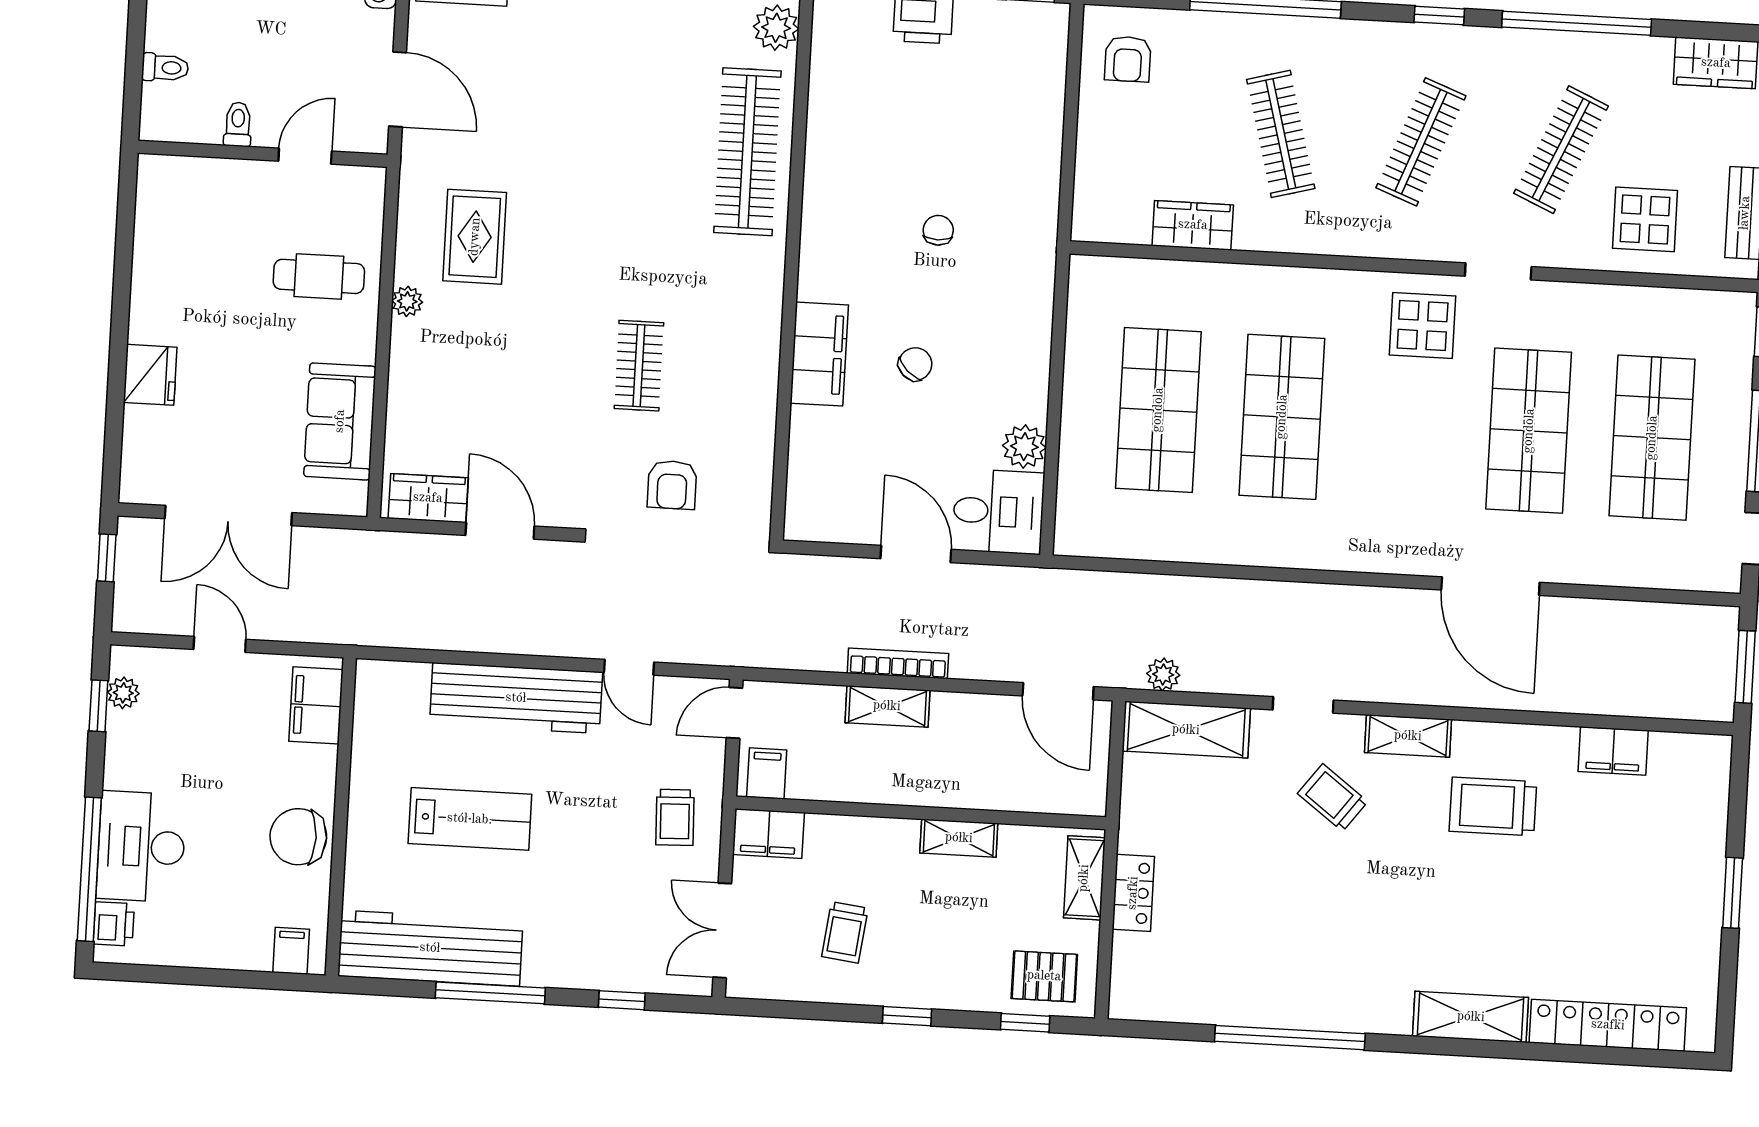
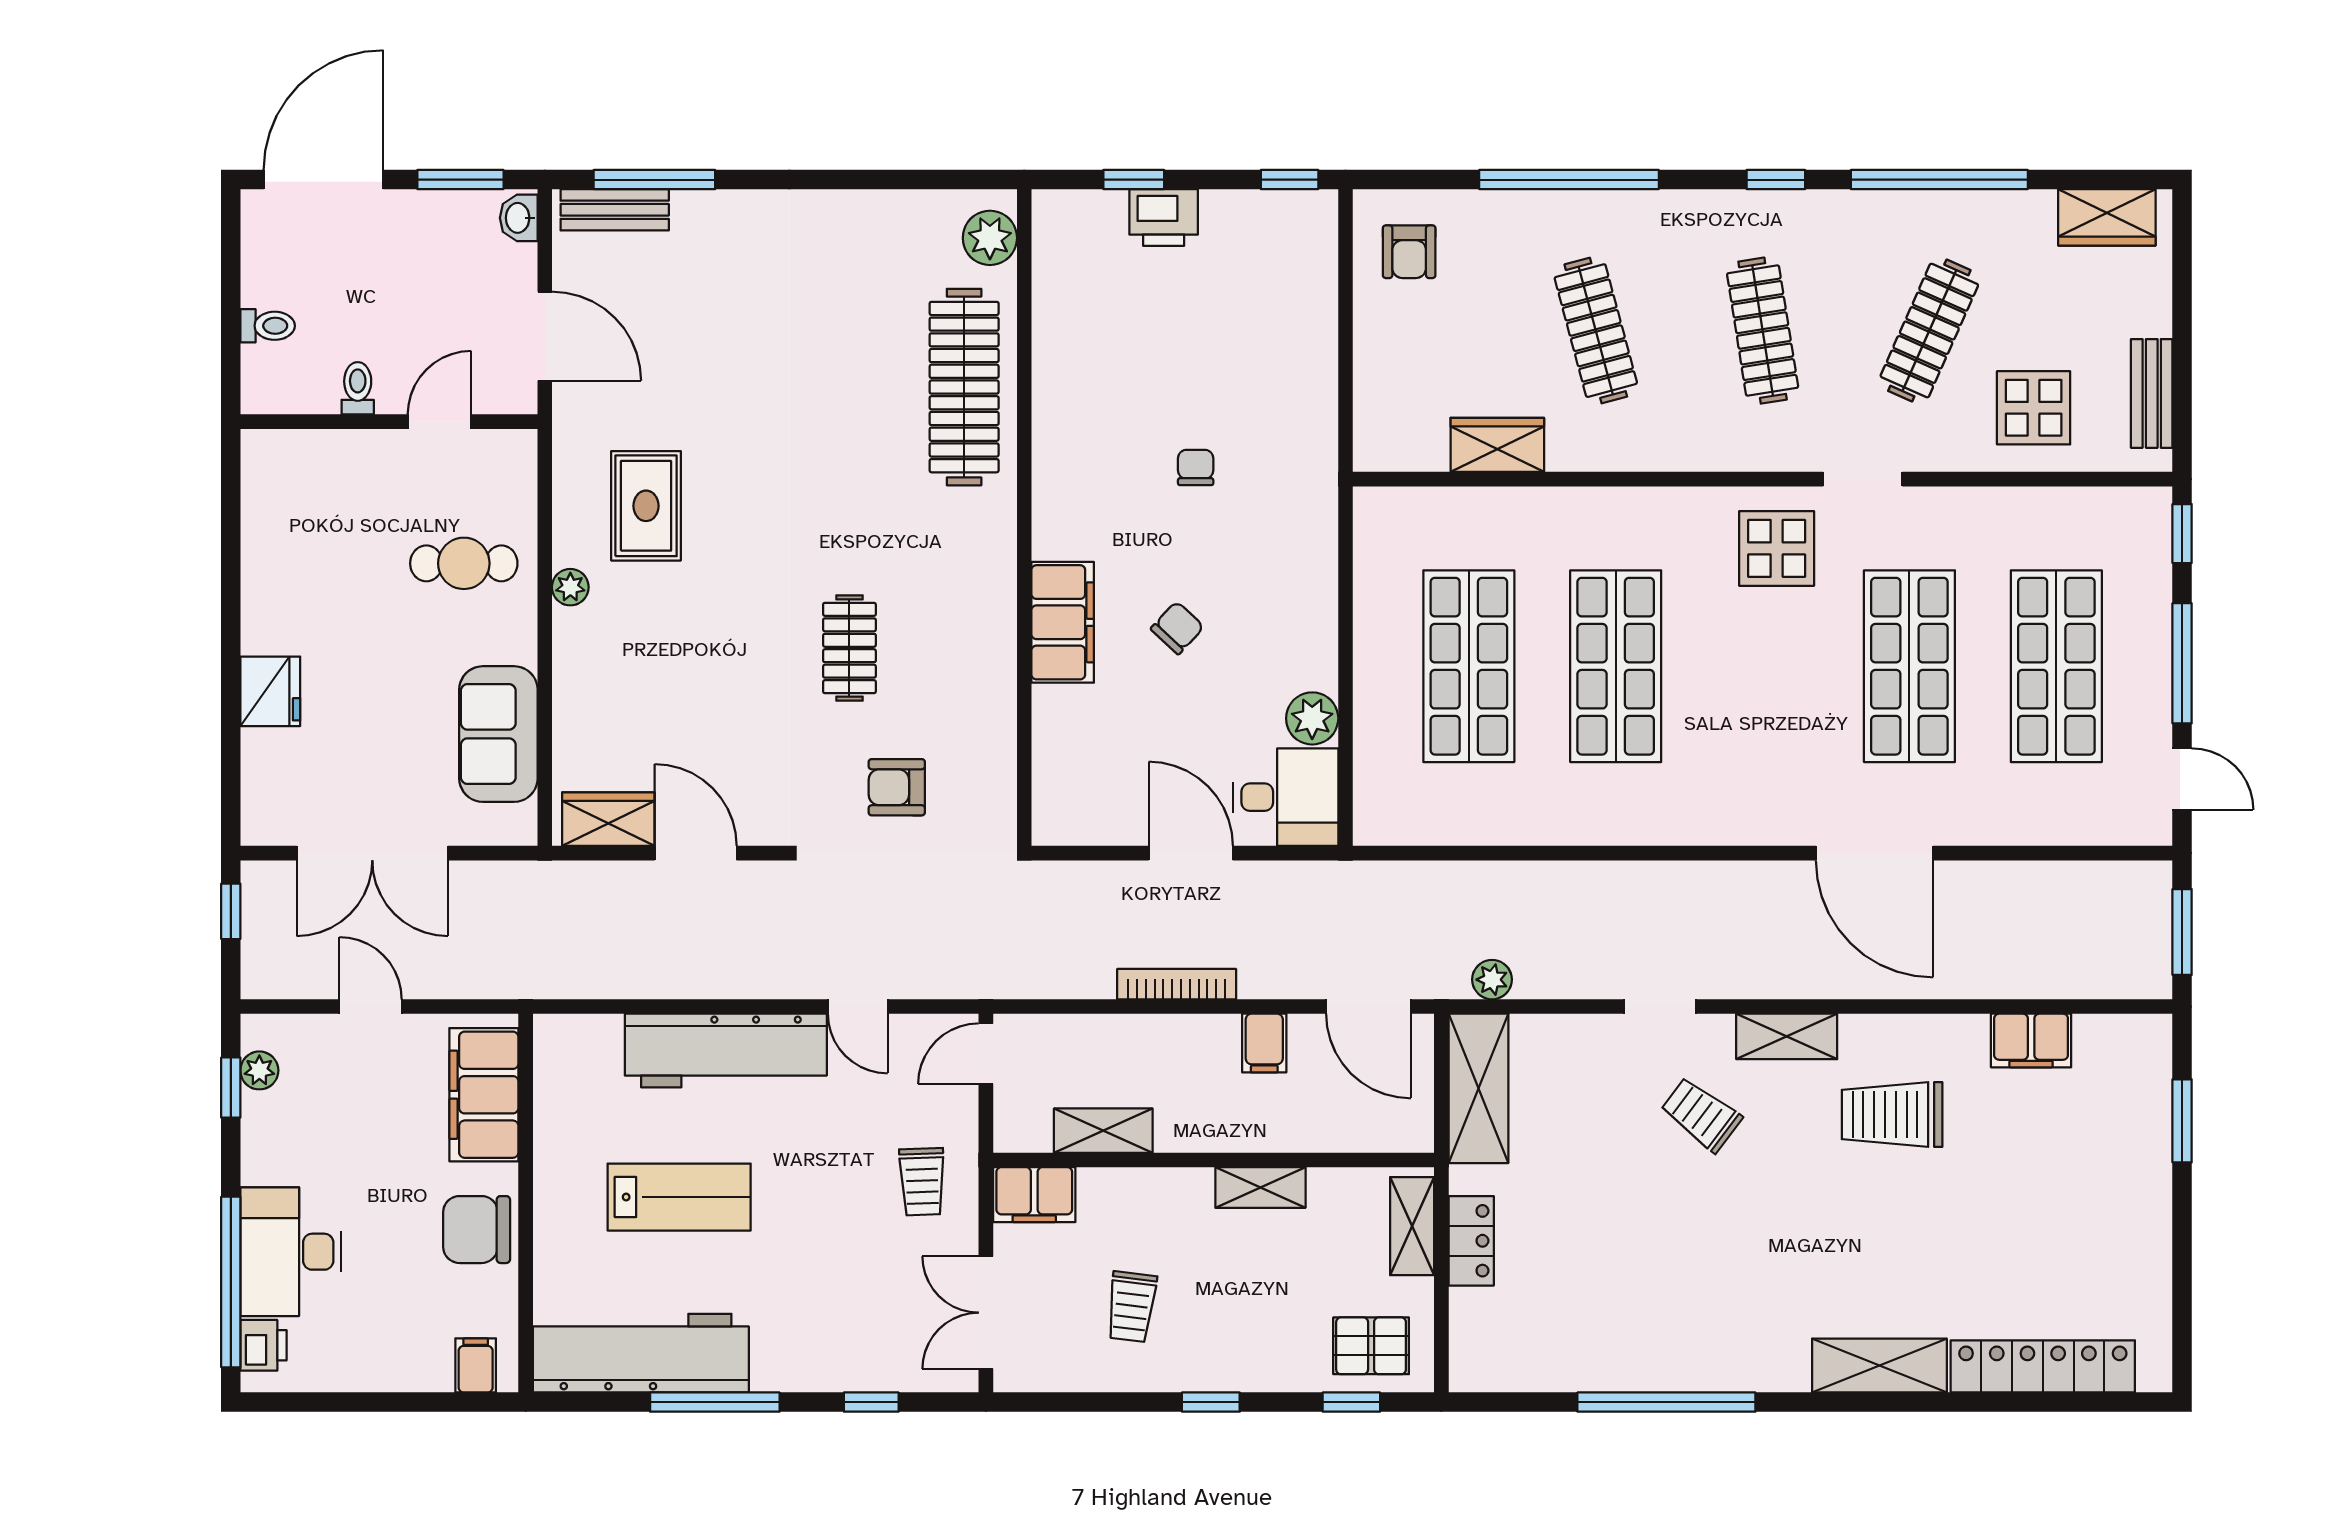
clothes rail: (1421, 142) -> (1763, 331), turned -30
armchair: (672, 485) -> (897, 787), turned 90
filing cabinet: (316, 705) -> (484, 1095), width x1.50, depth x1.17
shelving: (887, 706) -> (1103, 1131), moved
shelving: (1186, 730) -> (1478, 1088), moved, turned 90
filing cabinet: (767, 773) -> (1264, 1043), moved, turned 180
window: (1733, 893) -> (2182, 1121), moved

